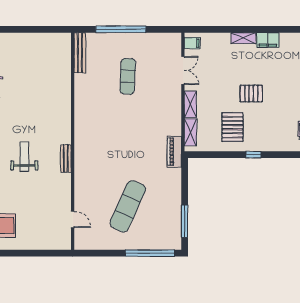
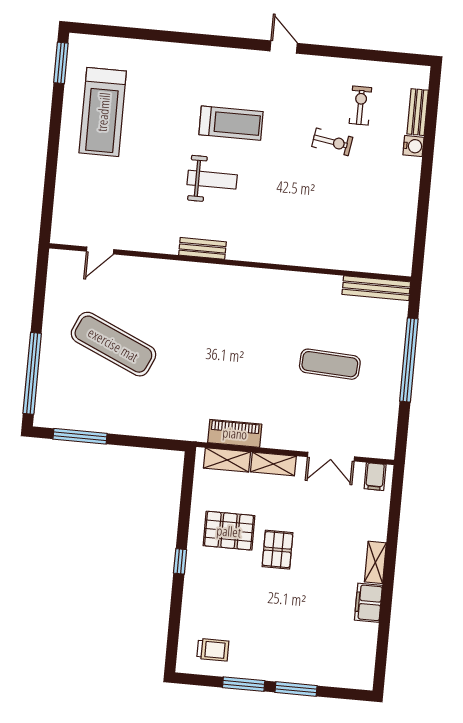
pallet: (251, 94) -> (278, 550), moved
piano: (174, 152) -> (235, 433), moved

